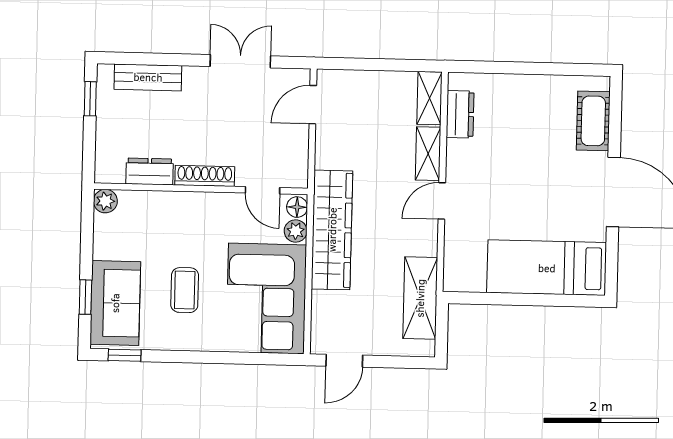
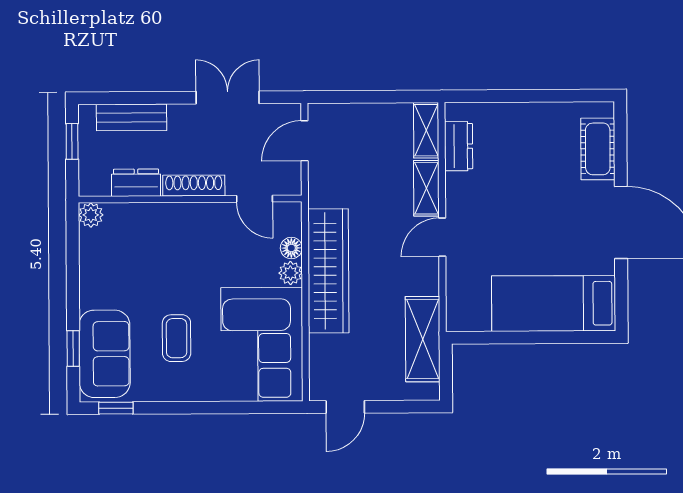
dresser: (150, 171) -> (136, 183), moved
shoe rack: (205, 176) -> (194, 186), moved
wall: (201, 189) -> (190, 199), moved
door: (262, 190) -> (254, 199), moved
plant: (105, 201) -> (91, 215), moved

